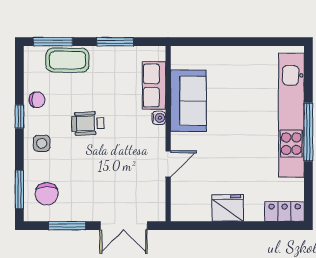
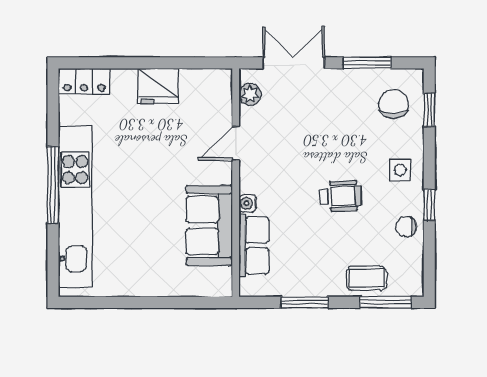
coffee table: (67, 60) -> (367, 278), width x0.73, depth x0.77
window: (19, 189) -> (429, 110), width x0.67
plant: (157, 201) -> (250, 94), added

